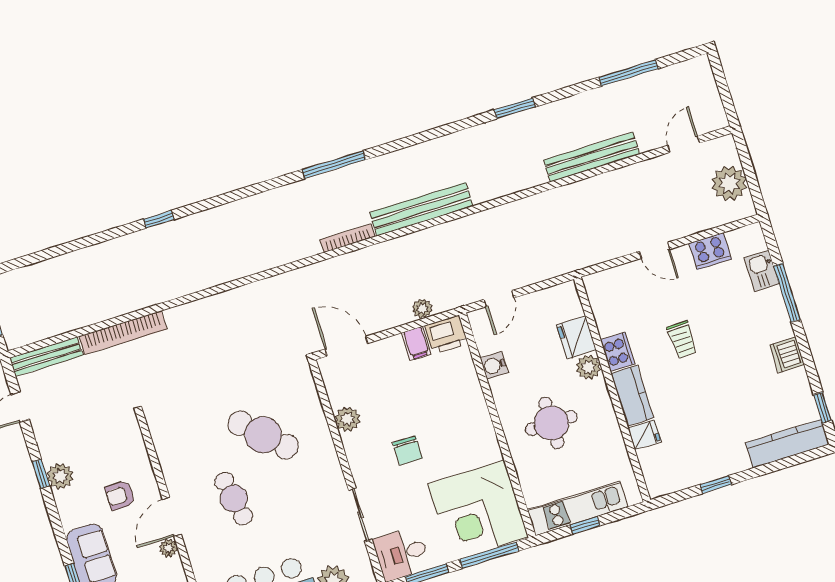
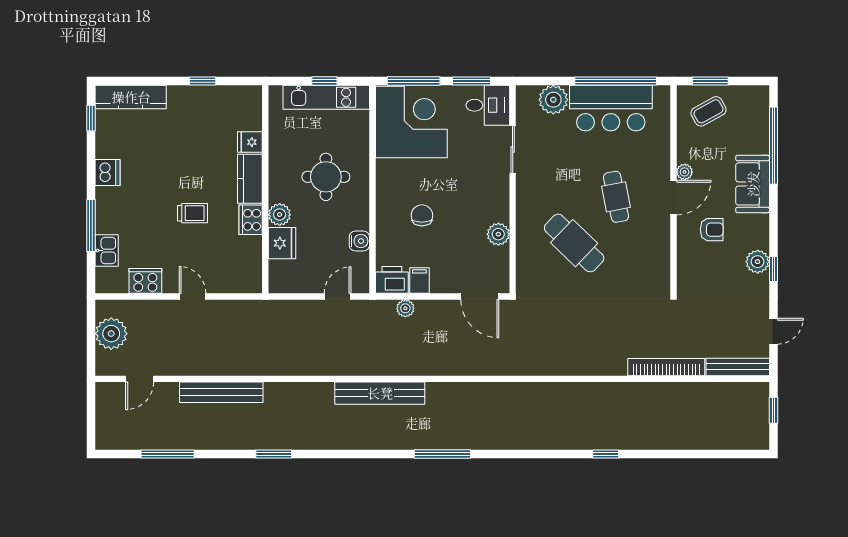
bookcase: (347, 238) -> (450, 388), removed
trolley: (682, 340) -> (193, 213), turned 92
chair: (408, 450) -> (422, 215), moved

